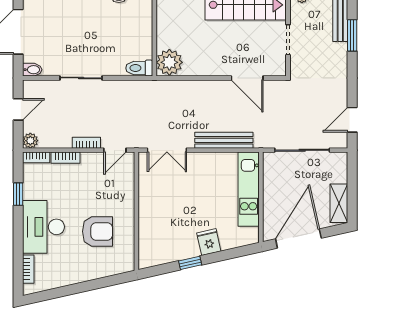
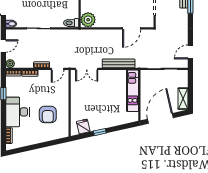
door: (247, 78) -> (132, 28), hinge flipped
armchair: (97, 231) -> (48, 114), turned 90
fridge: (209, 242) -> (83, 126), moved

